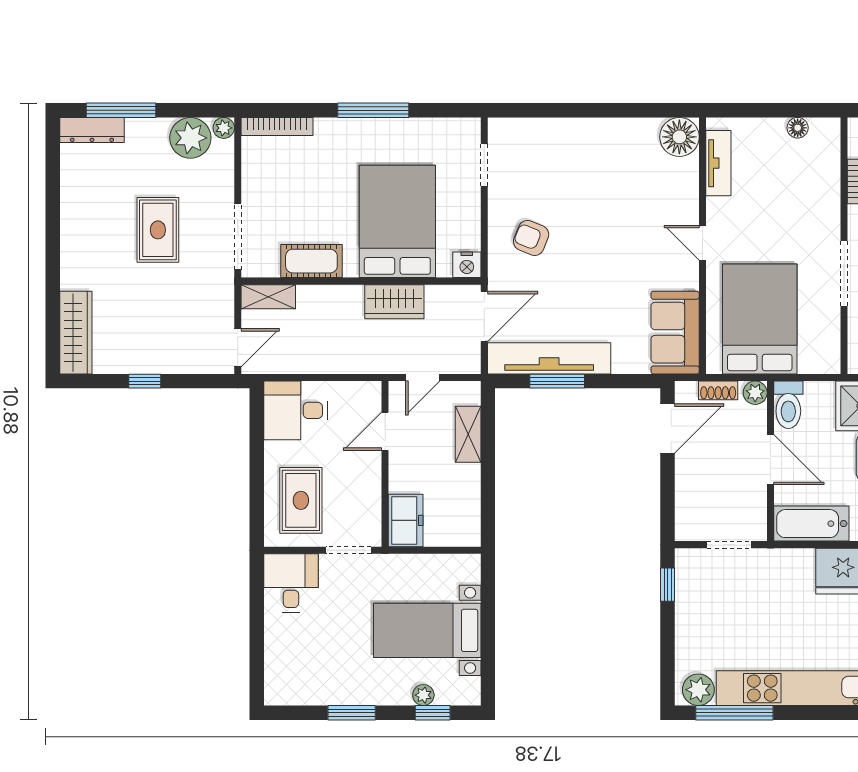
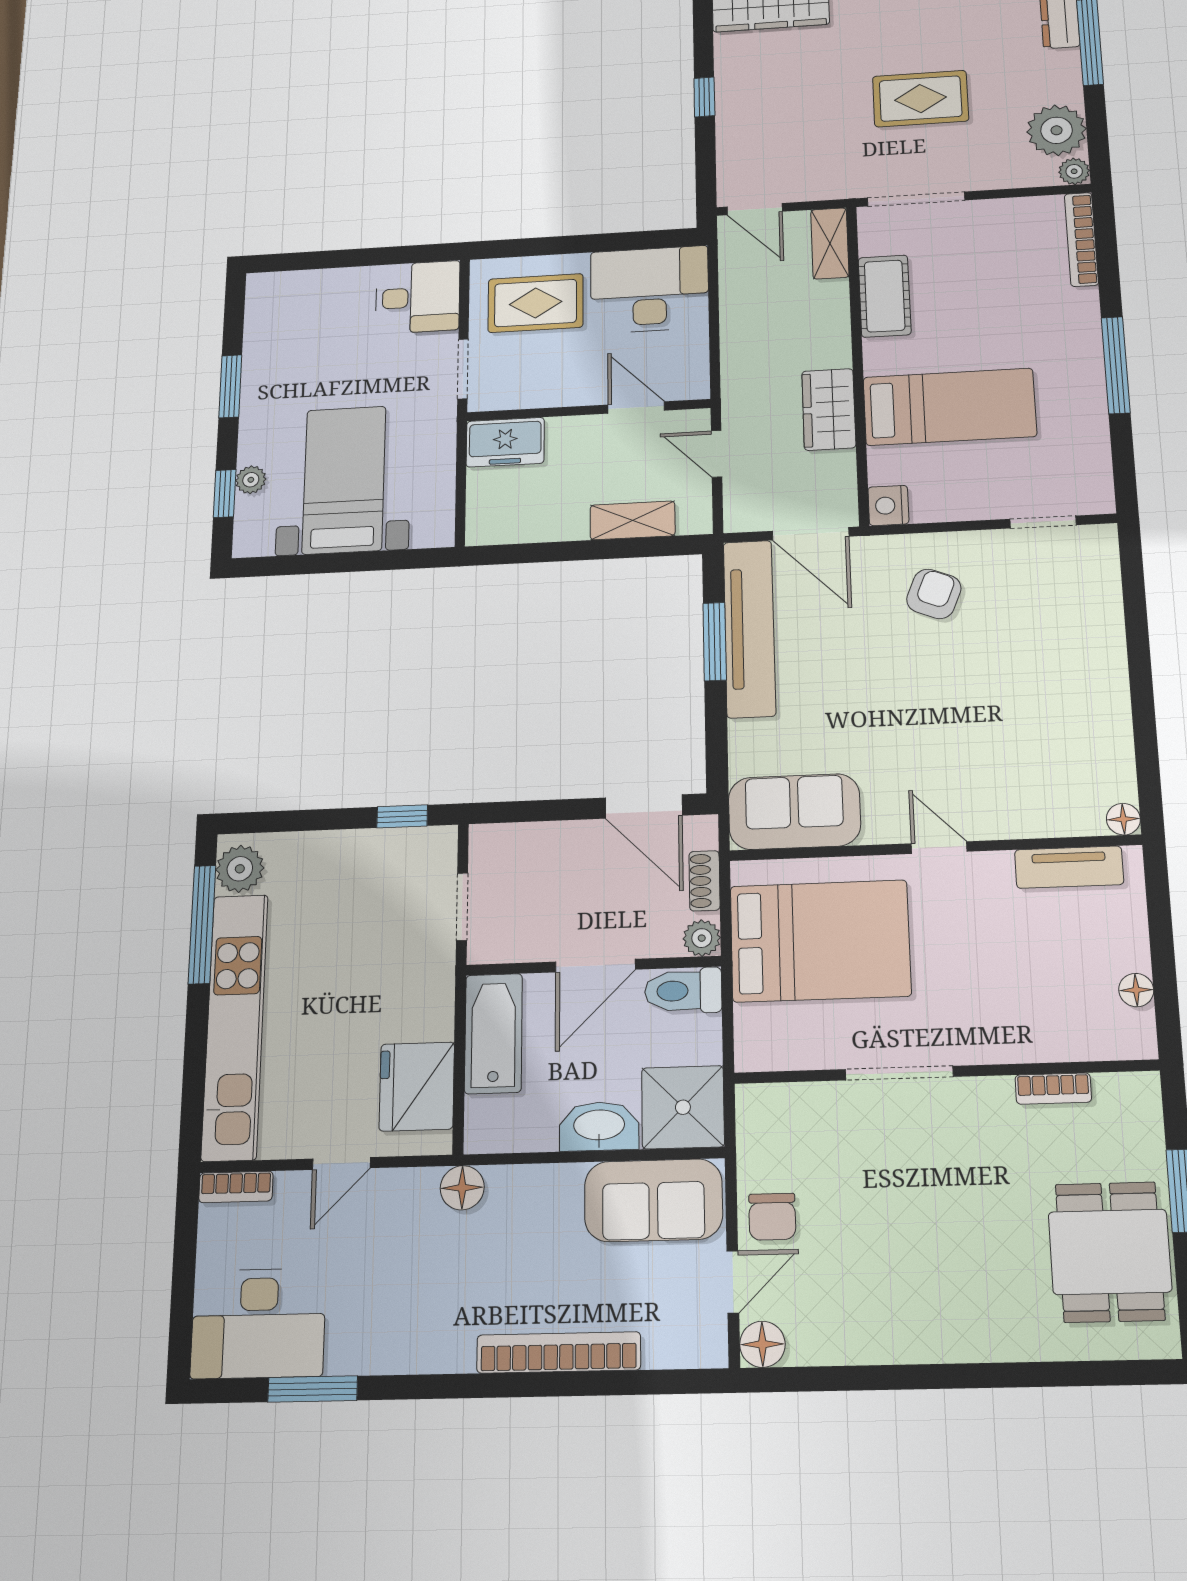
floor lamp: (679, 137) -> (1123, 819), width x0.53, depth x0.53
bed: (397, 221) -> (950, 407), width x0.67
door: (702, 243) -> (939, 848), hinge flipped
desk: (296, 410) -> (649, 290), width x1.37

